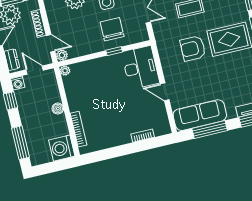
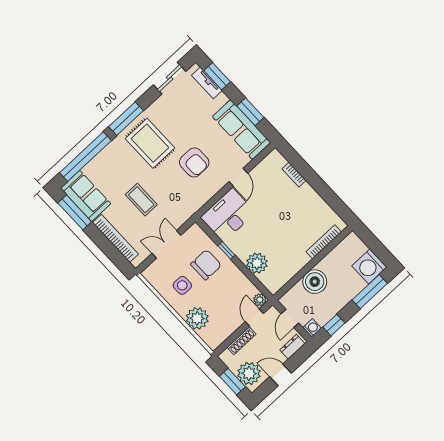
chair: (112, 29) -> (206, 265), turned 180
armchair: (193, 48) -> (194, 162), moved
plant: (65, 71) -> (257, 263), moved, width x1.87, depth x1.87
boiler: (58, 109) -> (315, 282), width x1.86, depth x1.86
window: (210, 130) -> (250, 112), width x0.69
washing machine: (62, 148) -> (369, 266), moved, turned 90

